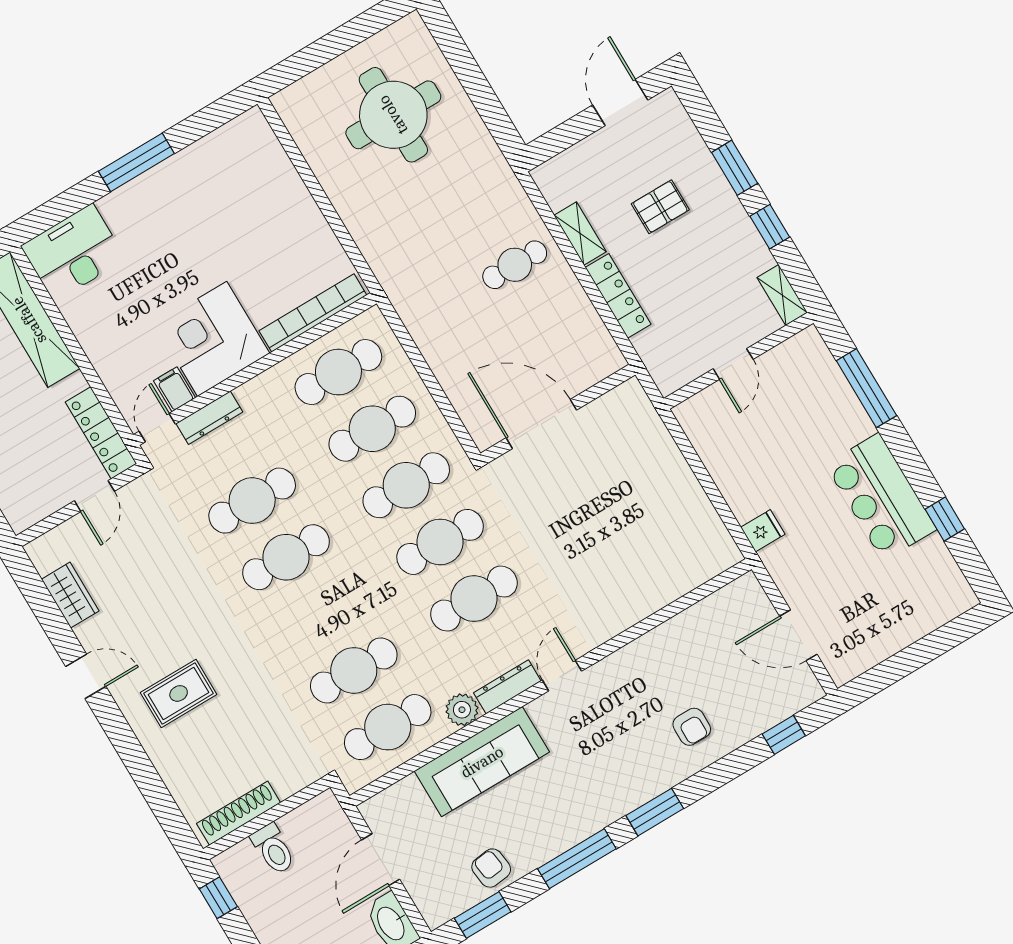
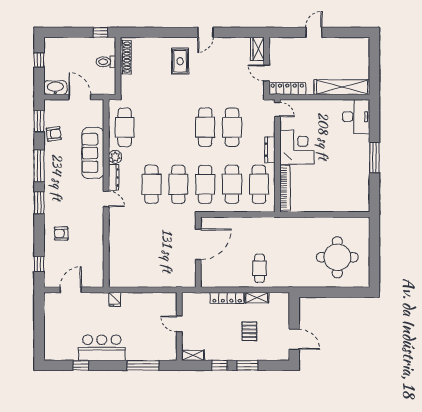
filing cabinet: (175, 389) -> (287, 123), removed
dresser: (209, 418) -> (270, 150), moved
wardrobe: (70, 595) -> (257, 49), moved, turned 90
cafe table: (354, 670) -> (151, 127), removed

